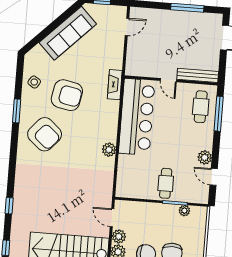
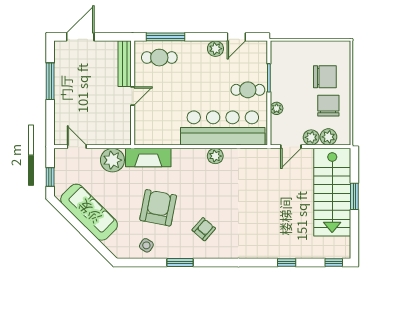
plant: (113, 58) -> (112, 160), added
fireplace: (115, 85) -> (148, 158), width x1.37, depth x1.32
bar counter: (137, 117) -> (223, 128), moved
armchair: (45, 134) -> (204, 229), width x0.53, depth x0.53
plant: (184, 211) -> (277, 108), moved

